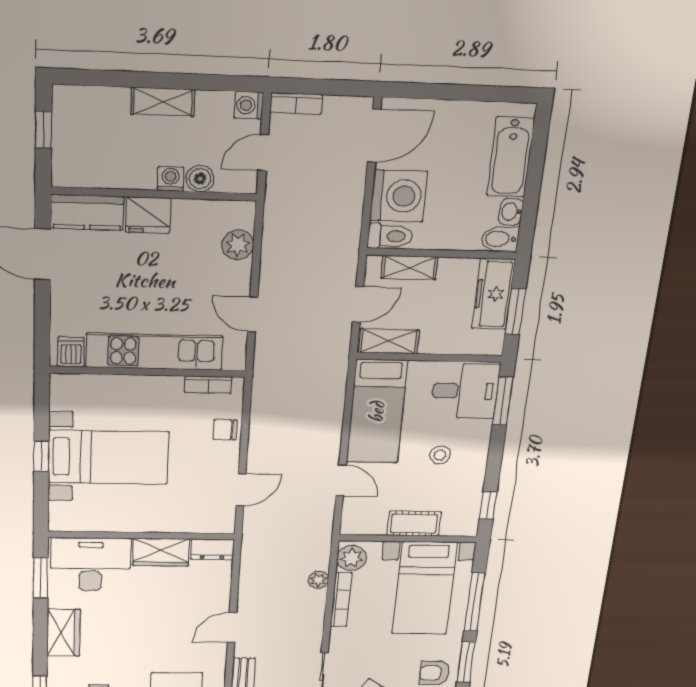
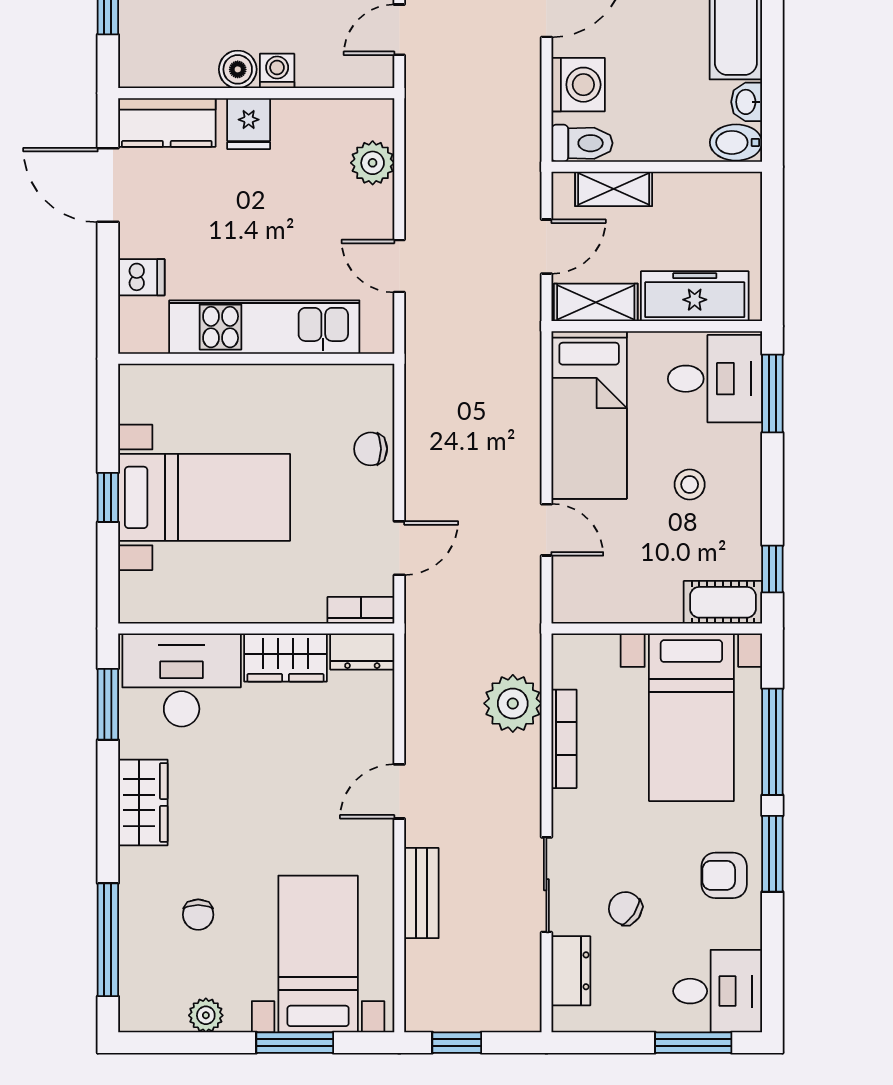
boiler: (200, 179) -> (238, 69), moved
washing machine: (399, 196) -> (578, 85), width x0.73, depth x0.73
fridge: (148, 215) -> (249, 124), width x0.72
freezer: (493, 294) -> (695, 296), moved, turned 90
window: (515, 311) -> (772, 251), removed
dishwasher: (71, 352) -> (141, 277), moved, turned 90
bookcase: (208, 385) -> (361, 610), moved, turned 180
cot: (414, 524) -> (723, 602), moved
plant: (351, 558) -> (574, 664), removed
plant: (318, 580) -> (513, 703), width x1.87, depth x1.87

